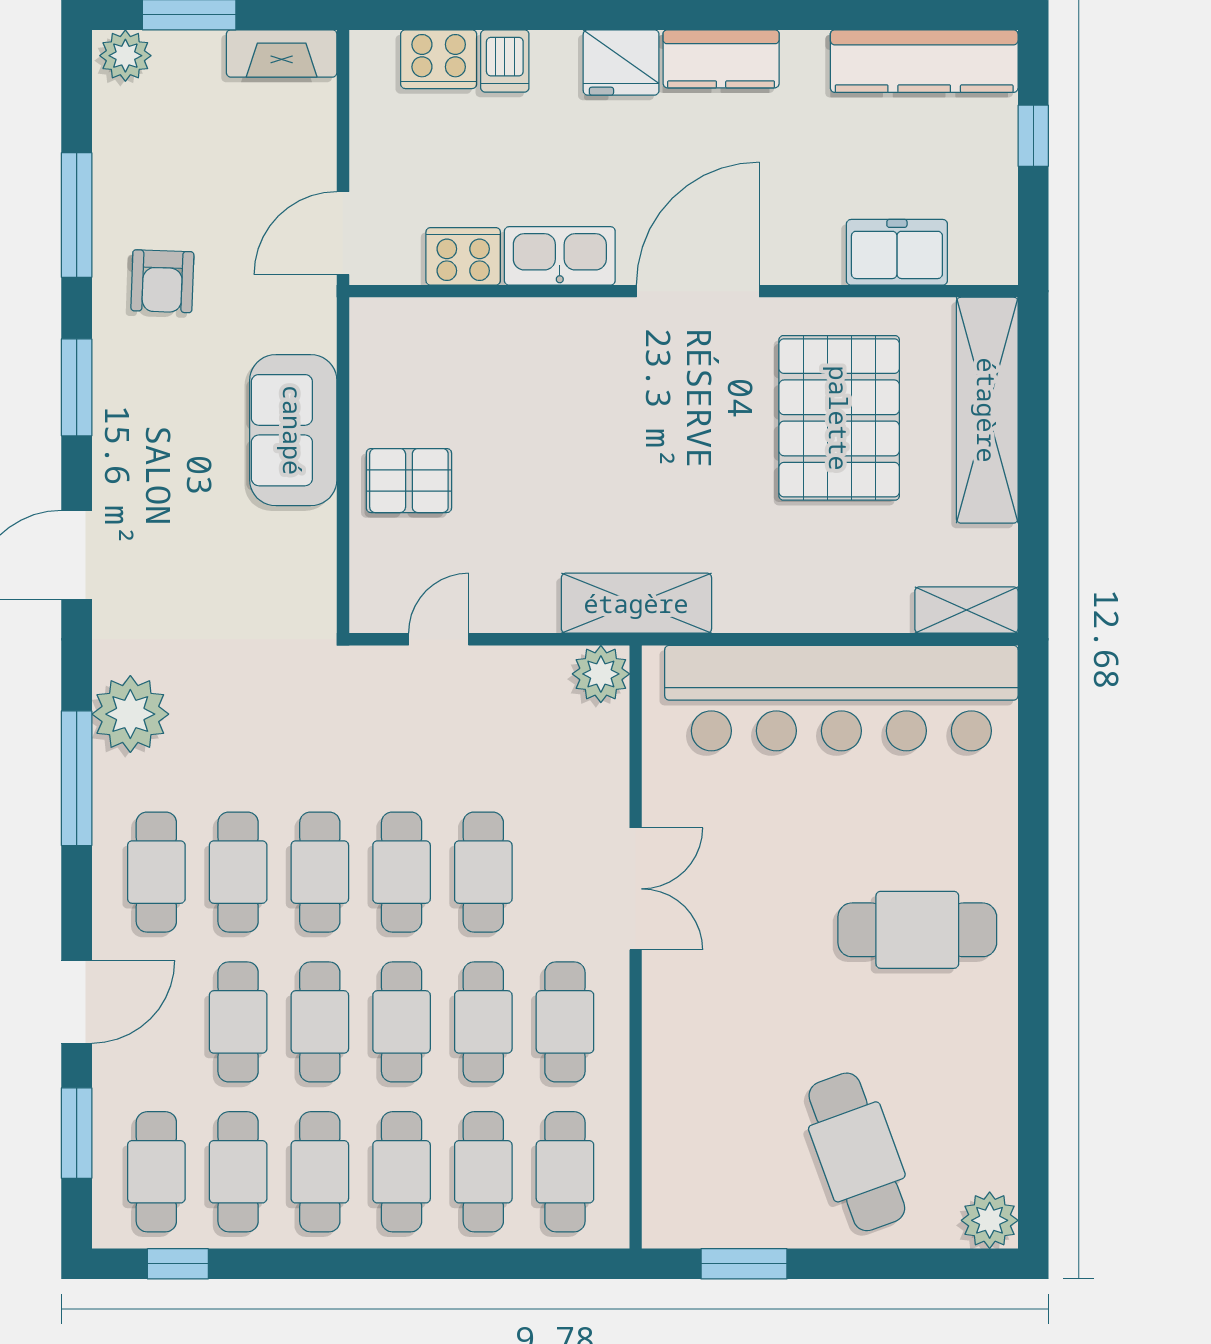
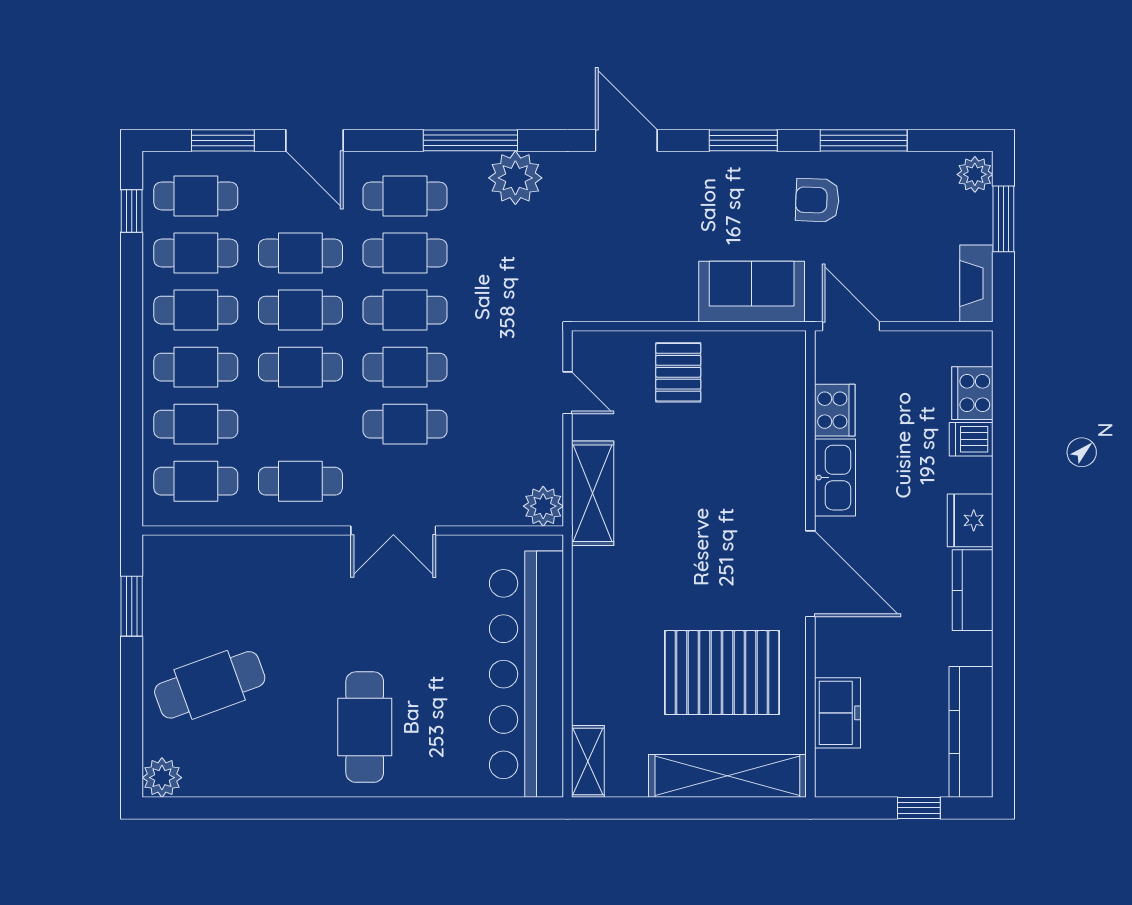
sofa: (293, 430) -> (752, 292), moved
shelving: (636, 603) -> (593, 493), moved
cafe table: (483, 1022) -> (300, 424), removed

